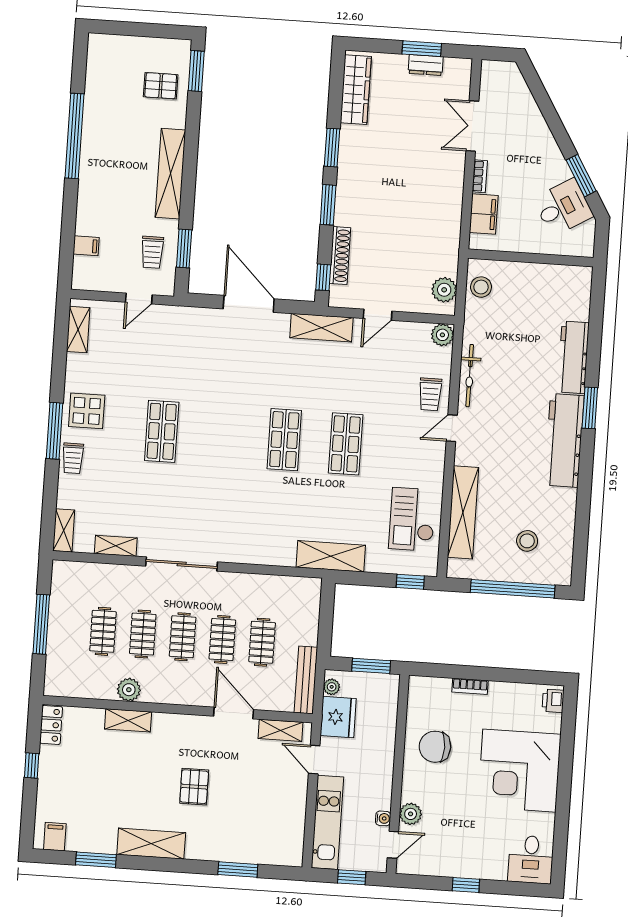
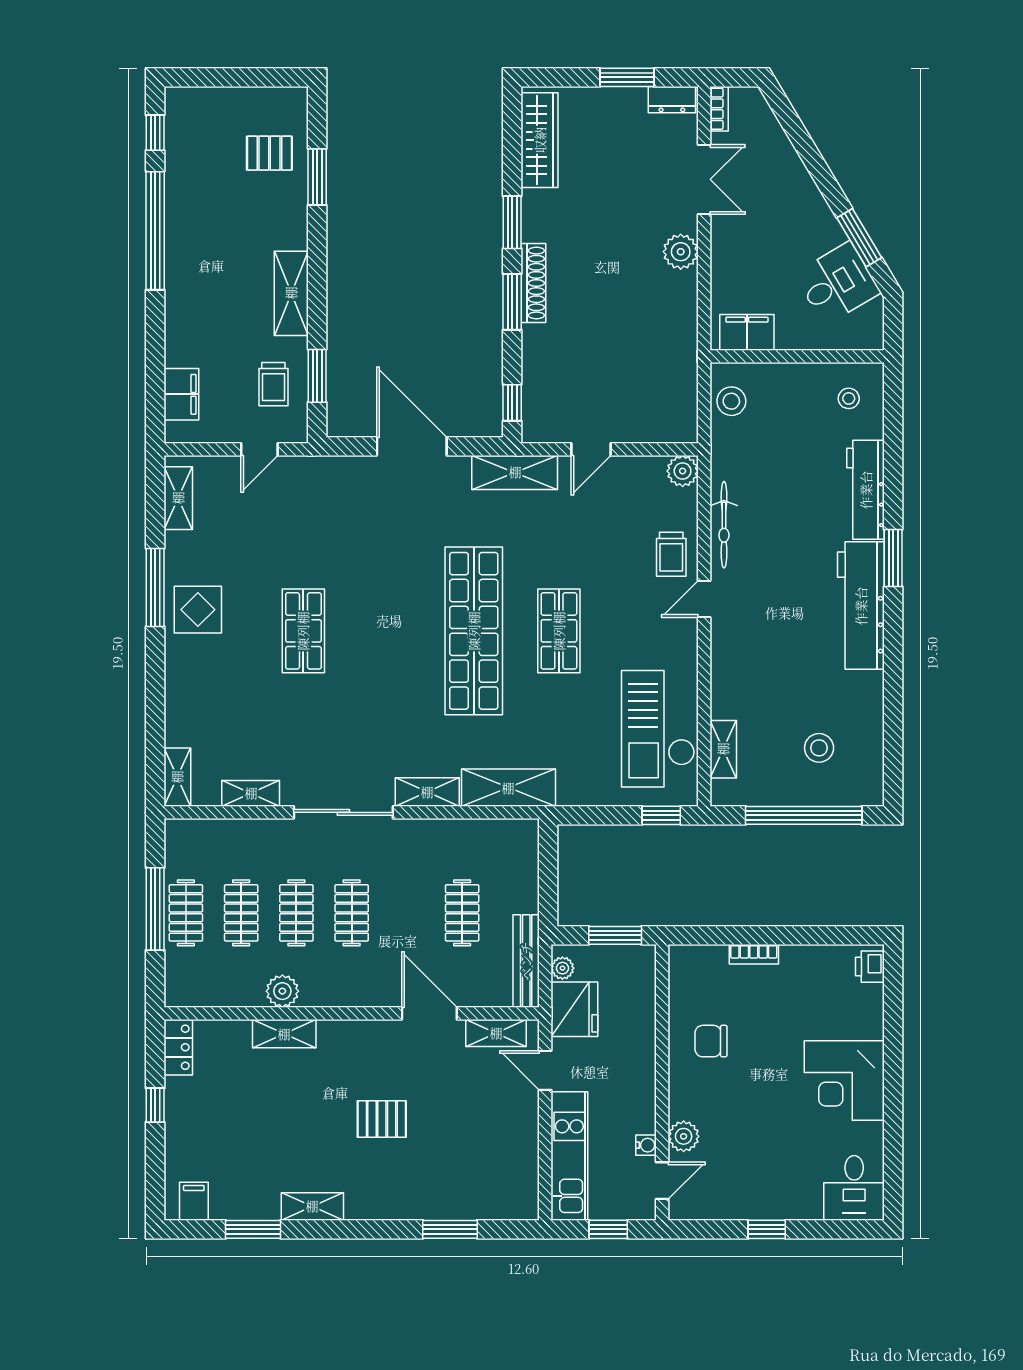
window: (79, 65) -> (155, 133), added
dresser: (426, 65) -> (672, 100), moved
window: (196, 71) -> (317, 177), moved
double door: (472, 126) -> (704, 179), swing flipped
shelving: (170, 174) -> (291, 293), width x0.68
bookcase: (480, 176) -> (719, 109), moved
filing cabinet: (484, 214) -> (747, 332), moved, turned -90
filing cabinet: (86, 246) -> (181, 394), width x2.00
shoe rack: (340, 256) -> (533, 283), moved
plant: (444, 290) -> (681, 252), moved
stool: (566, 291) -> (849, 398), added
window: (54, 431) -> (155, 587), moved
shop shelf: (284, 440) -> (474, 631), width x2.00, depth x1.36
trolley: (73, 458) -> (183, 676), removed
shelving: (463, 512) -> (723, 749), width x0.45, depth x0.75
checkout: (412, 519) -> (658, 729), width x1.36, depth x1.21
shelving: (243, 553) -> (427, 792), added
shelving: (331, 556) -> (508, 788), moved
clothes rail: (222, 639) -> (186, 913), moved
chair: (435, 747) -> (711, 1041), width x0.73, depth x0.73
corner desk: (519, 771) -> (844, 1081), width x0.74, depth x0.74
pallet: (194, 787) -> (382, 1119), turned 90
shelving: (151, 844) -> (312, 1206), width x0.67, depth x0.75

